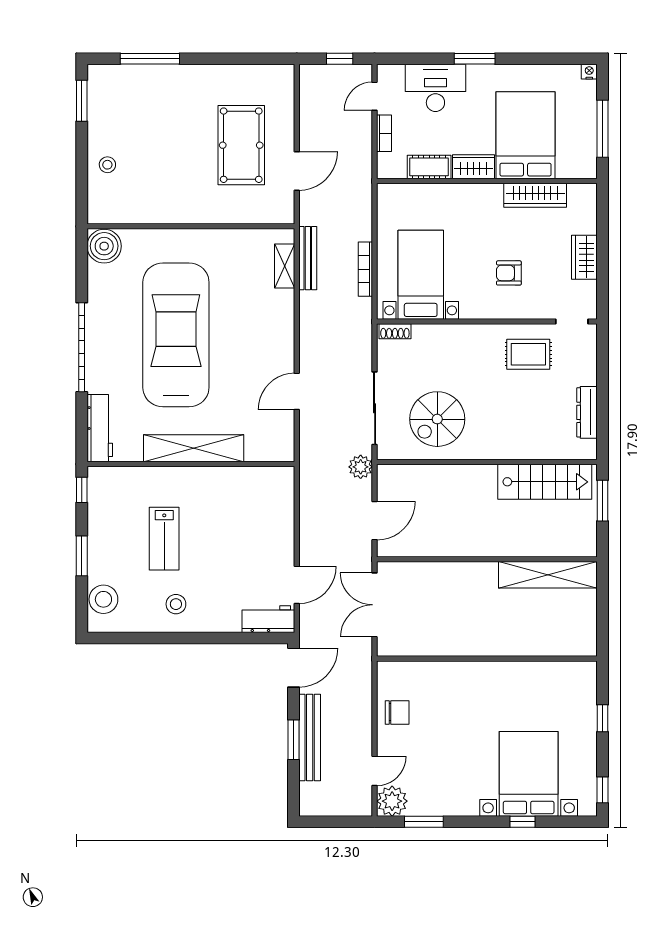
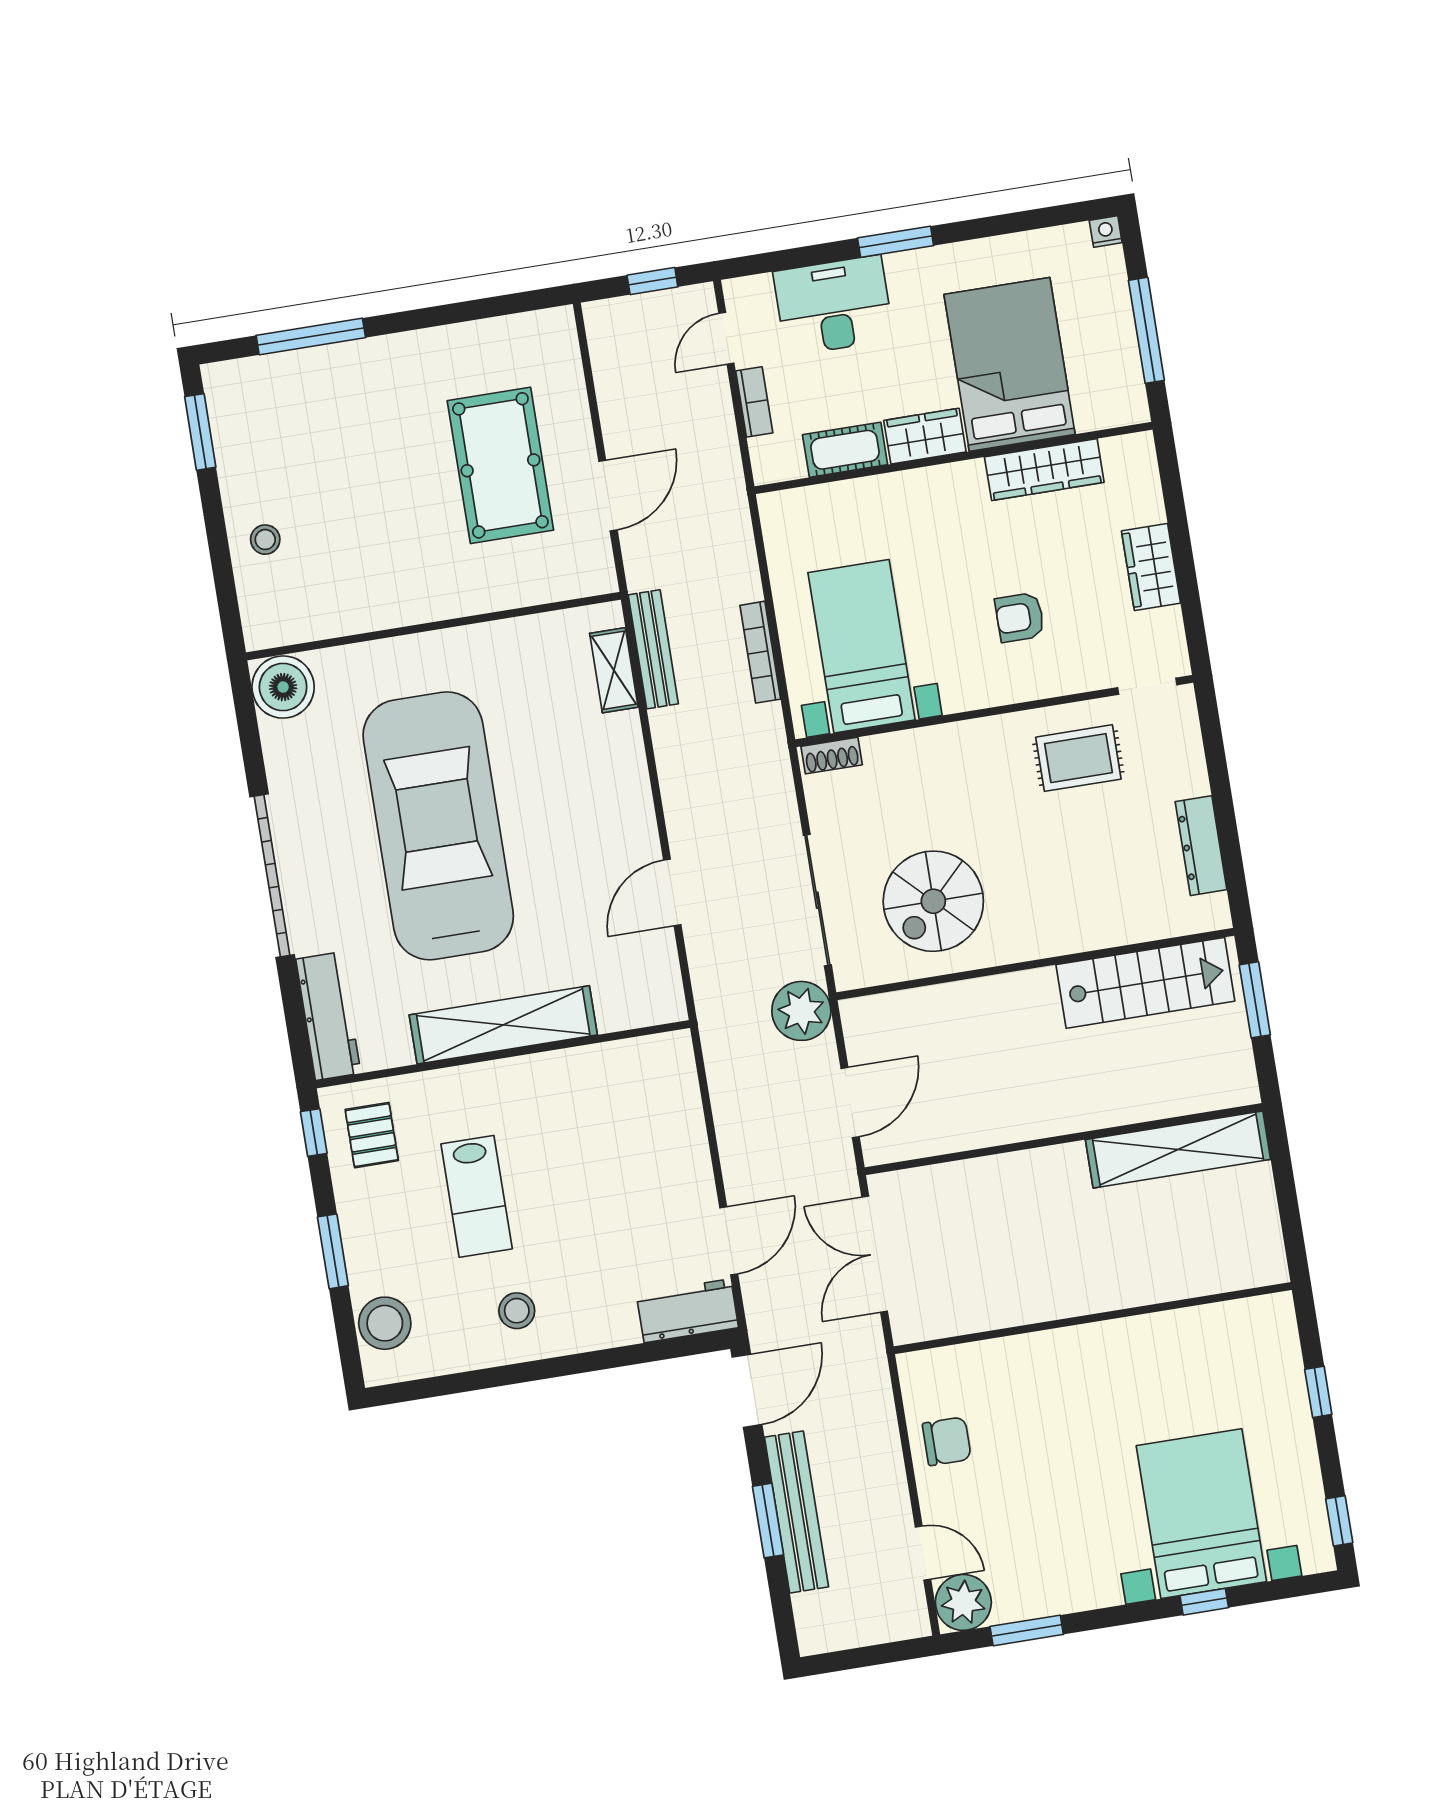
plant: (361, 467) -> (801, 1011), width x1.36, depth x1.36
pallet: (113, 496) -> (372, 1135), added
door: (375, 771) -> (923, 1553), hinge flipped

